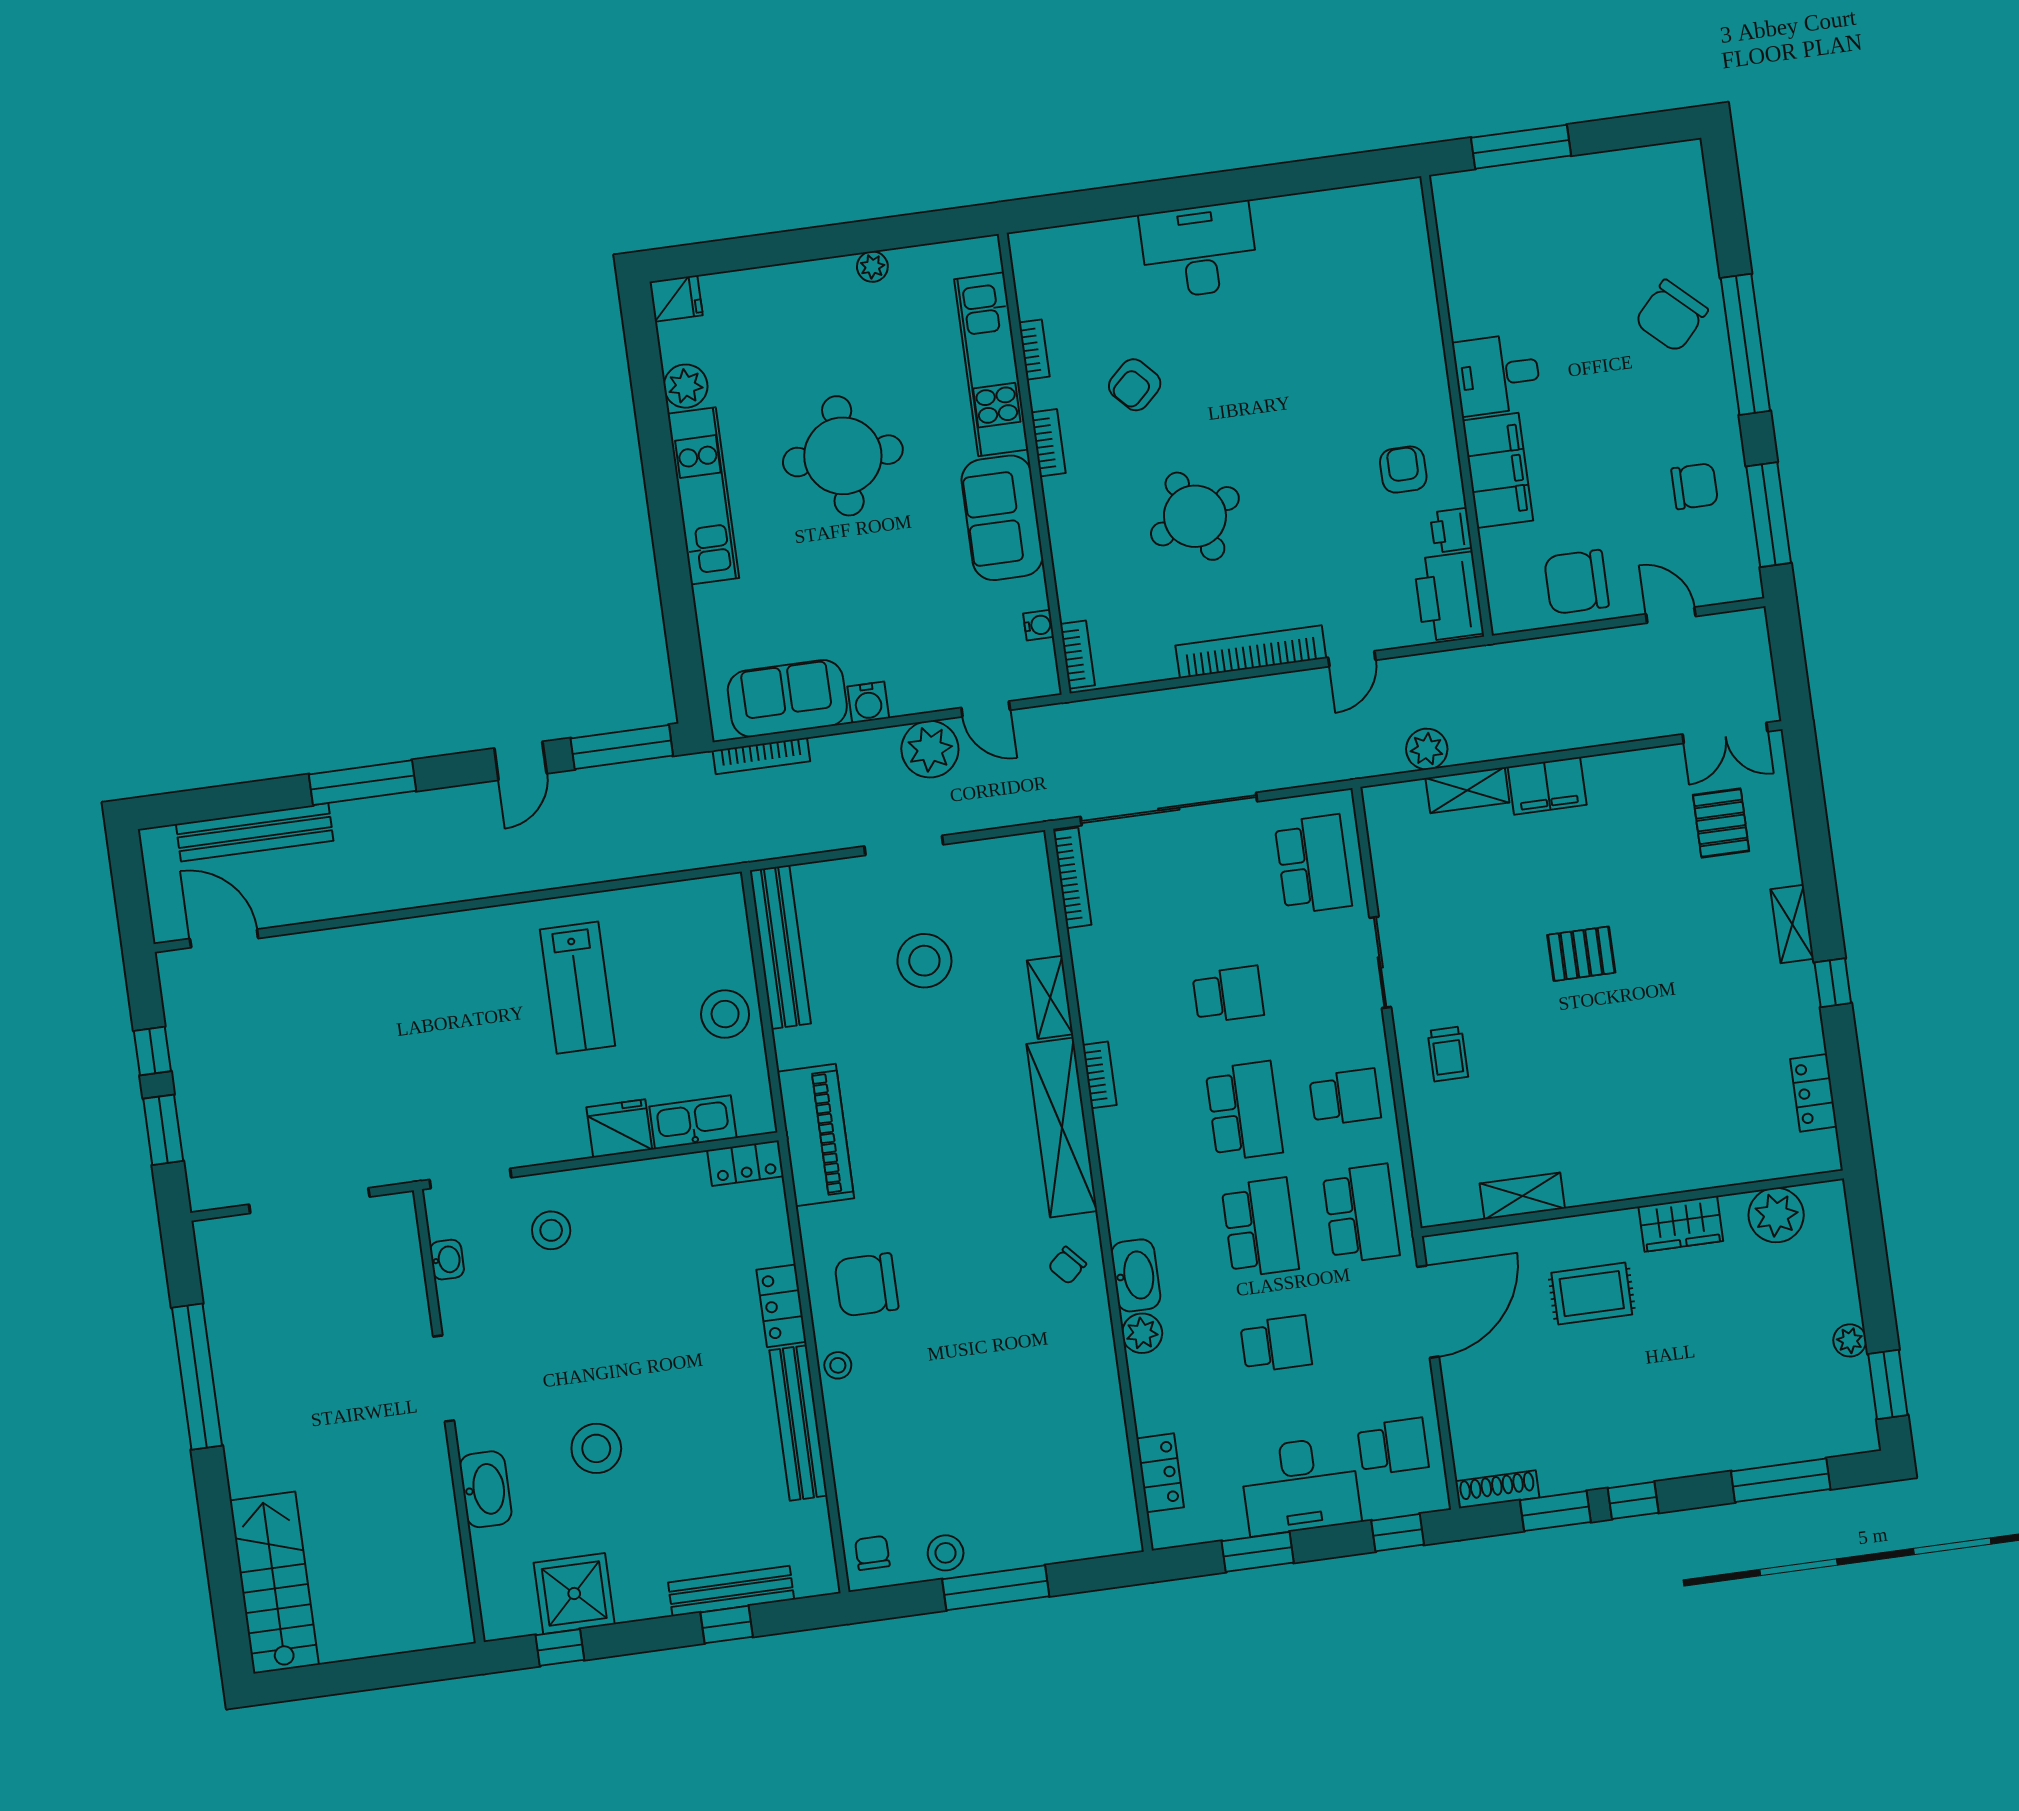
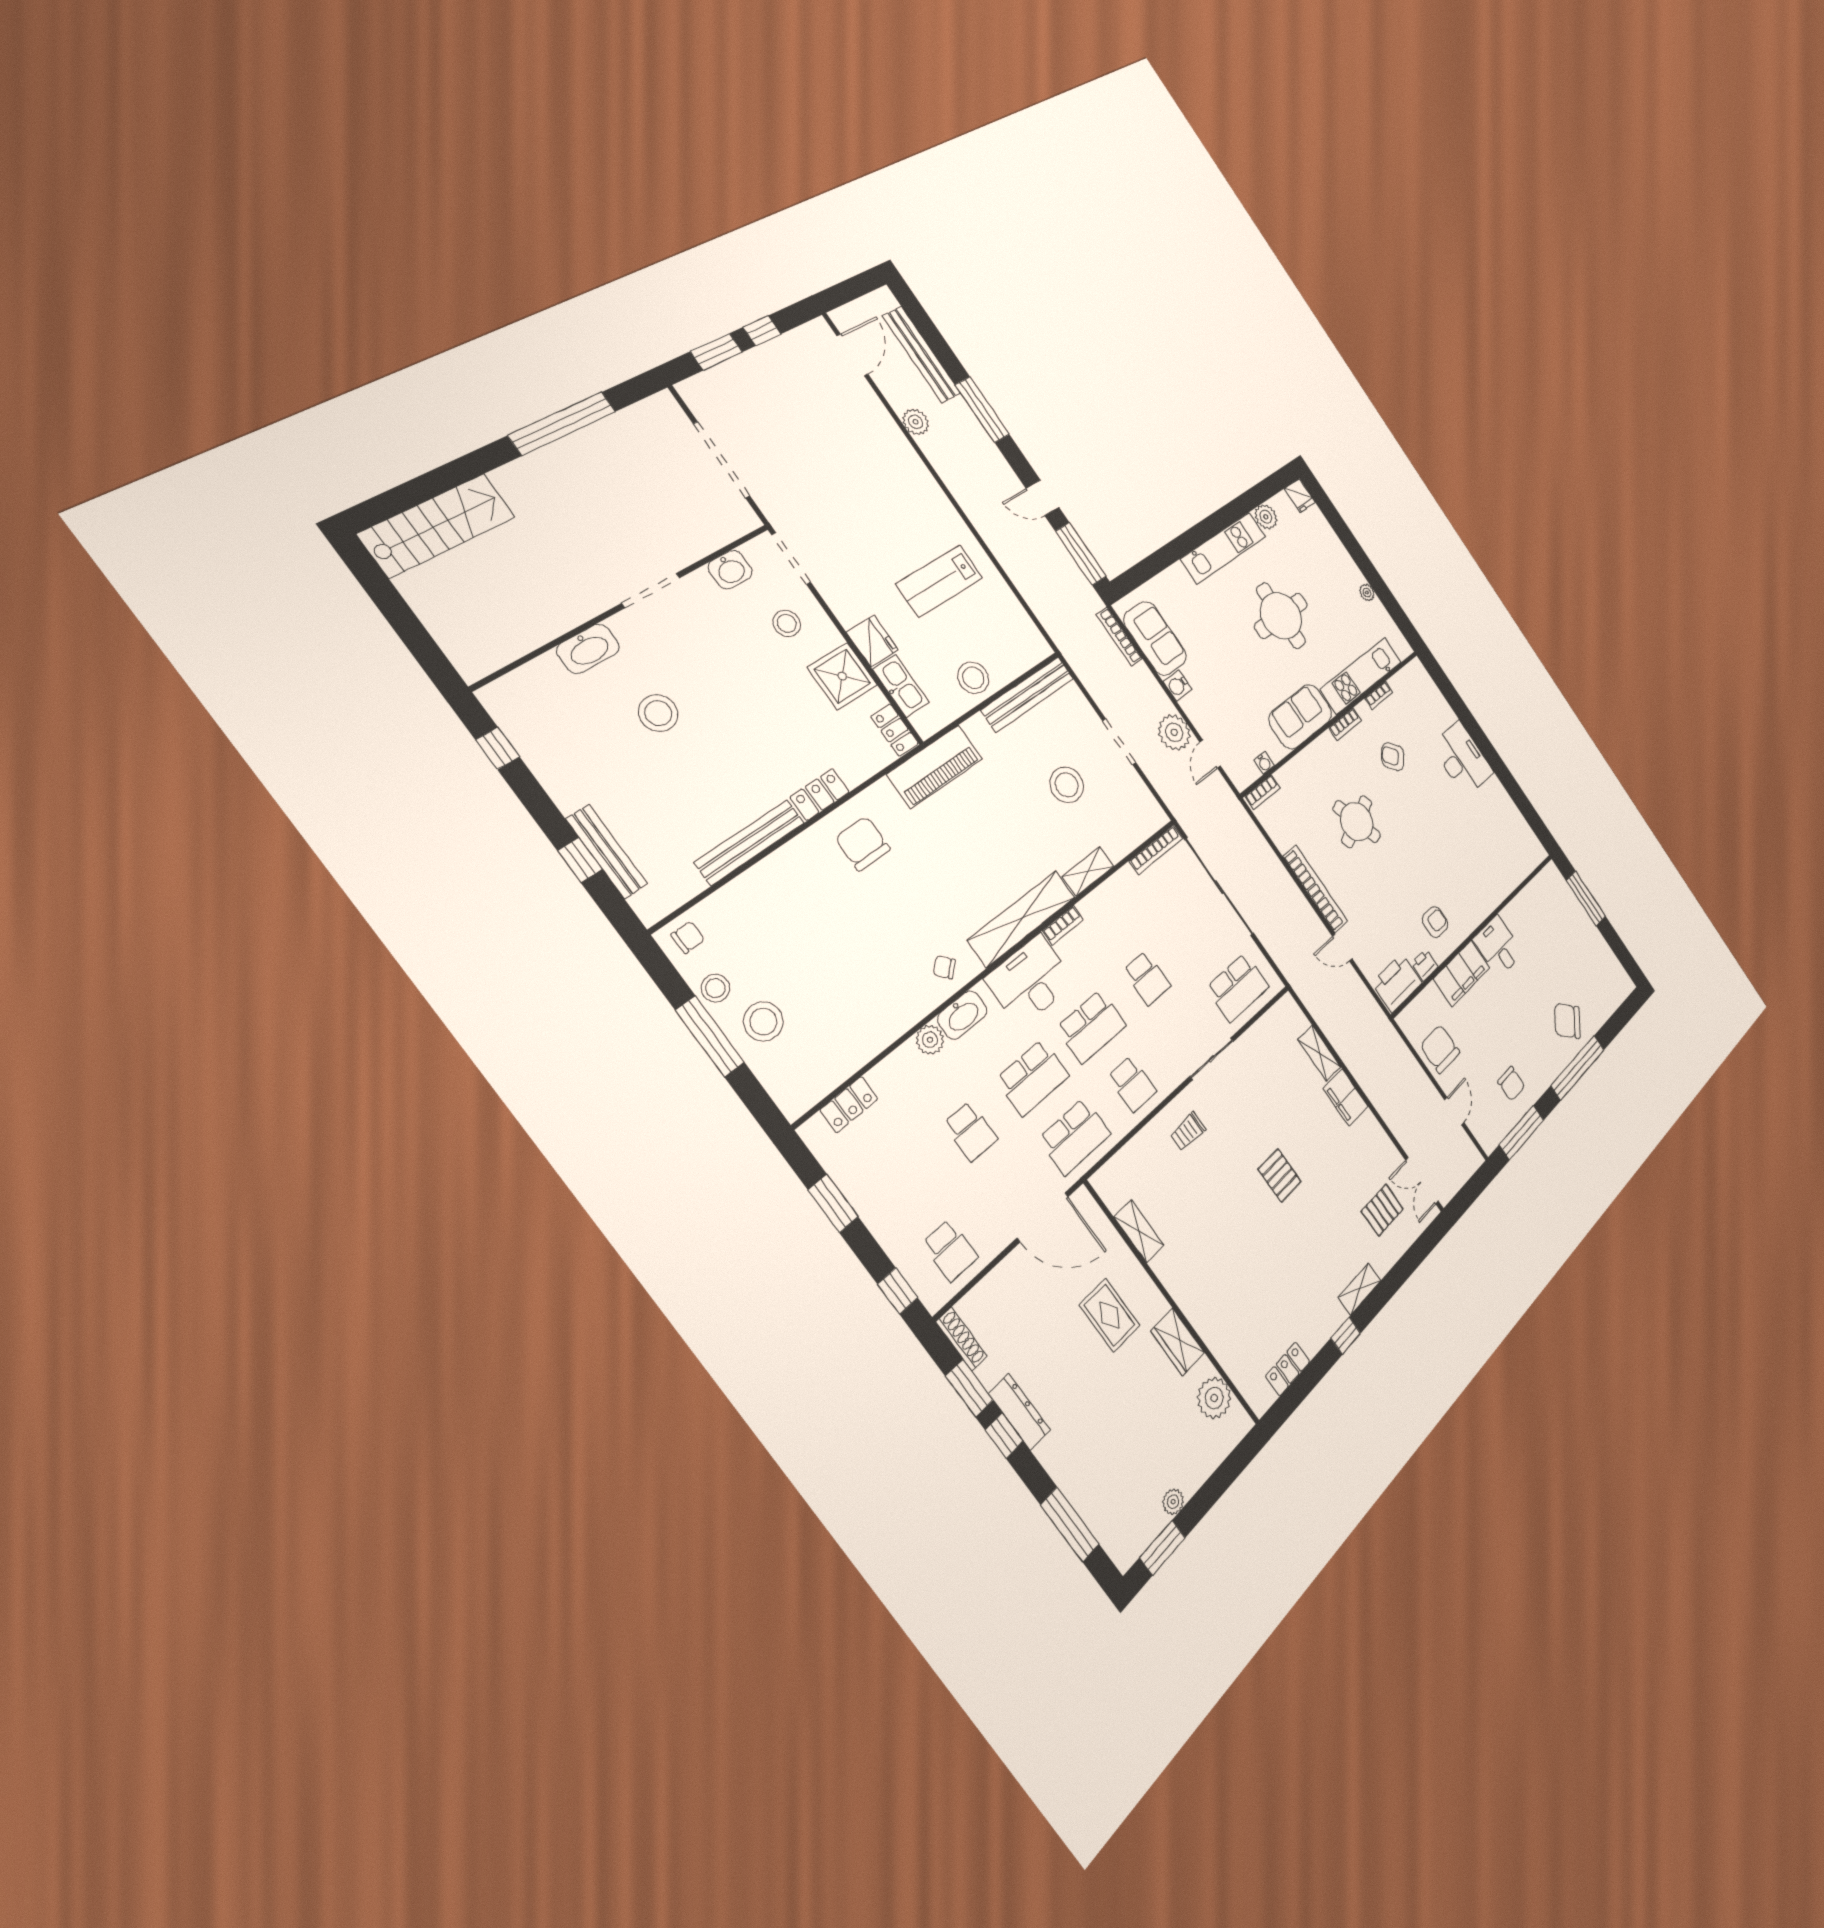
plant: (1427, 749) -> (916, 422), moved
washbasin: (447, 1260) -> (730, 570), width x1.38, depth x1.45
stool: (838, 1365) -> (763, 1022), moved, width x1.89, depth x1.89
dresser: (1621, 1468) -> (1020, 1412), added
desk: (1300, 1486) -> (1030, 980), moved, turned 90
shower: (574, 1594) -> (842, 676), moved

